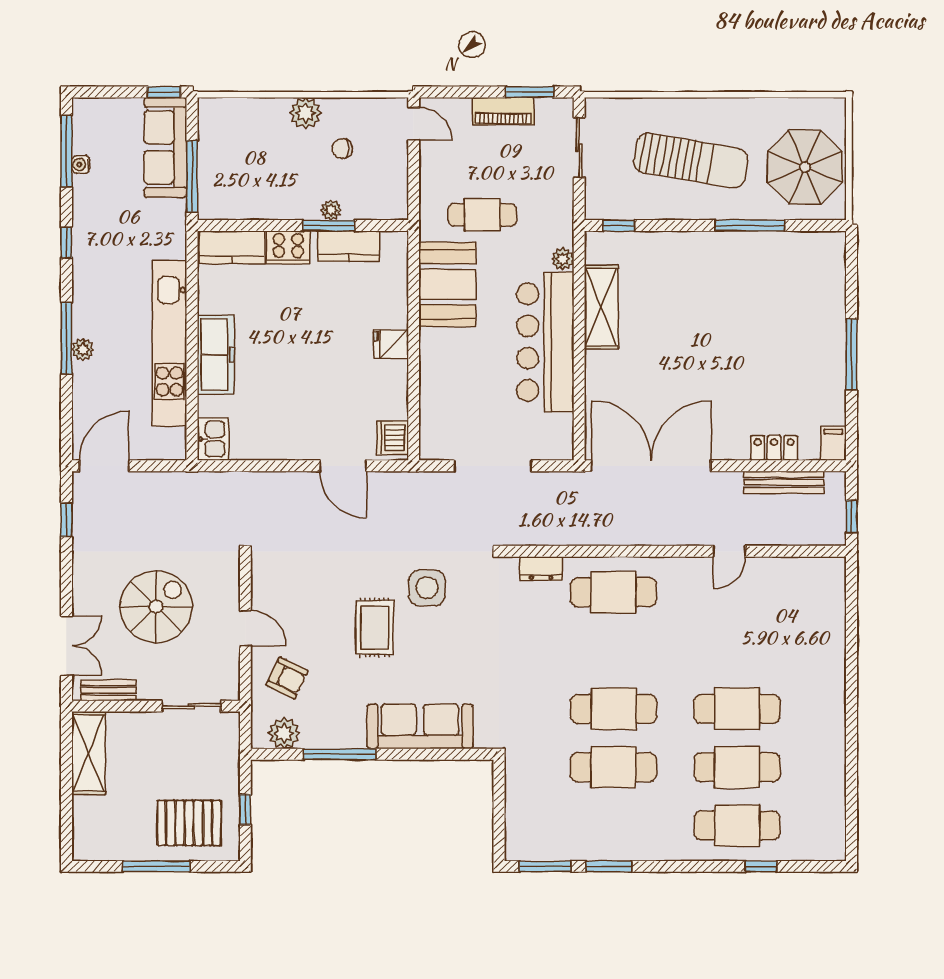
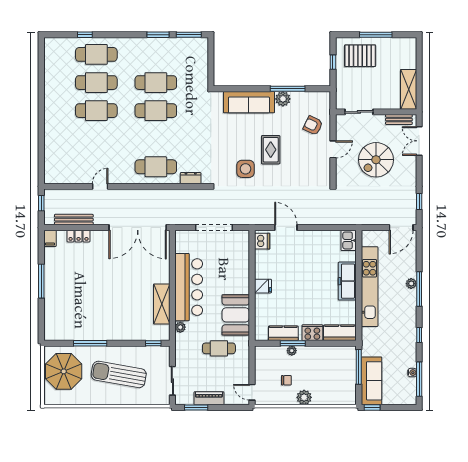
door: (245, 628) -> (333, 149), swing flipped
plant: (284, 733) -> (283, 99), moved

